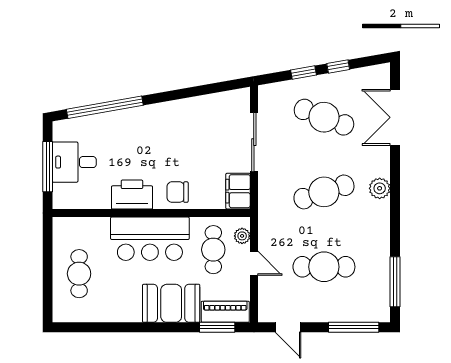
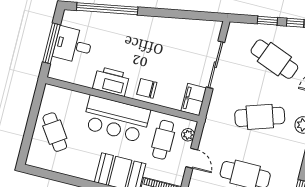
cafe table: (79, 274) -> (55, 132), turned -34

